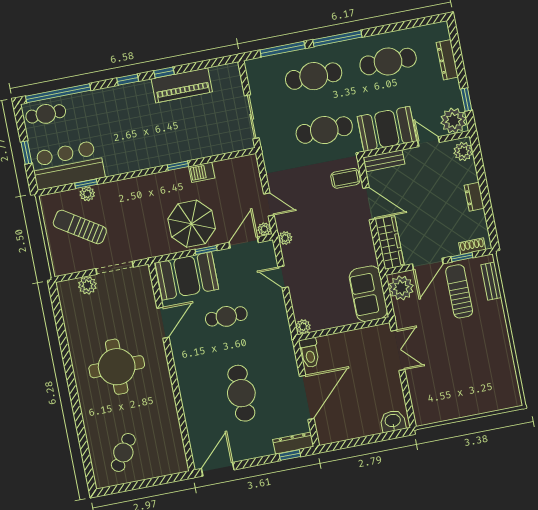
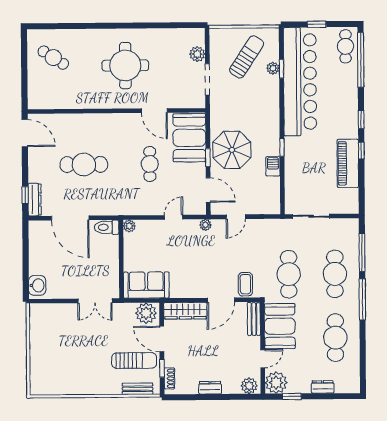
dresser: (447, 60) -> (323, 387), width x0.70
bar counter: (68, 165) -> (300, 82), width x1.86
plant: (264, 229) -> (216, 209), removed

